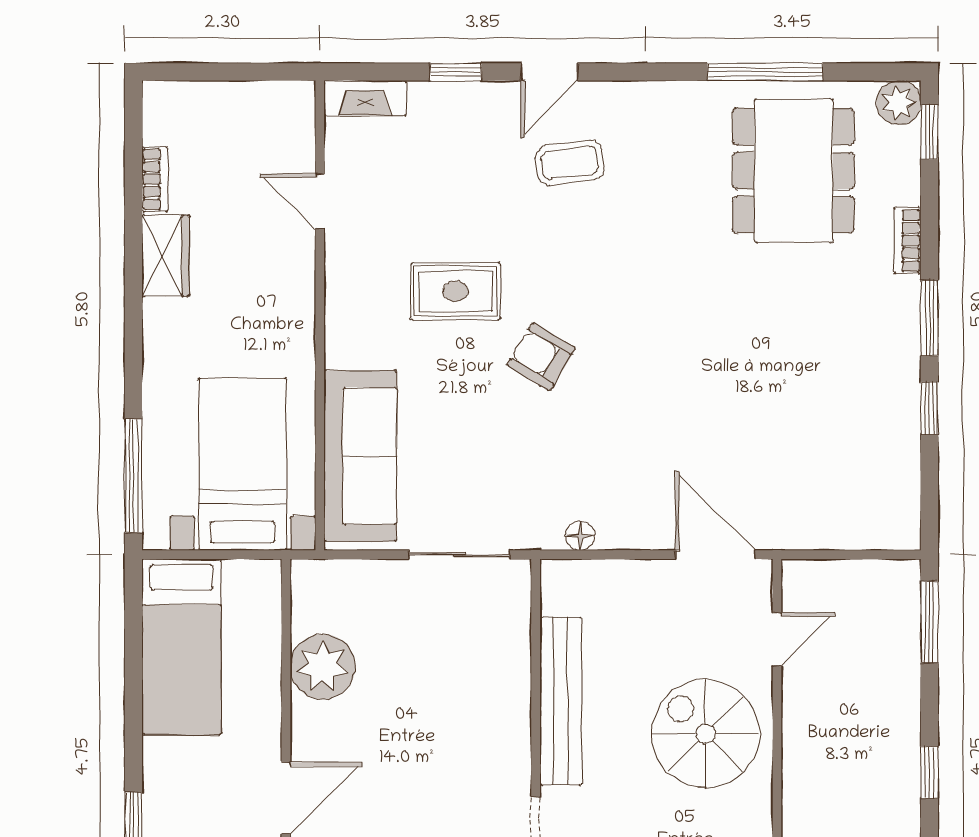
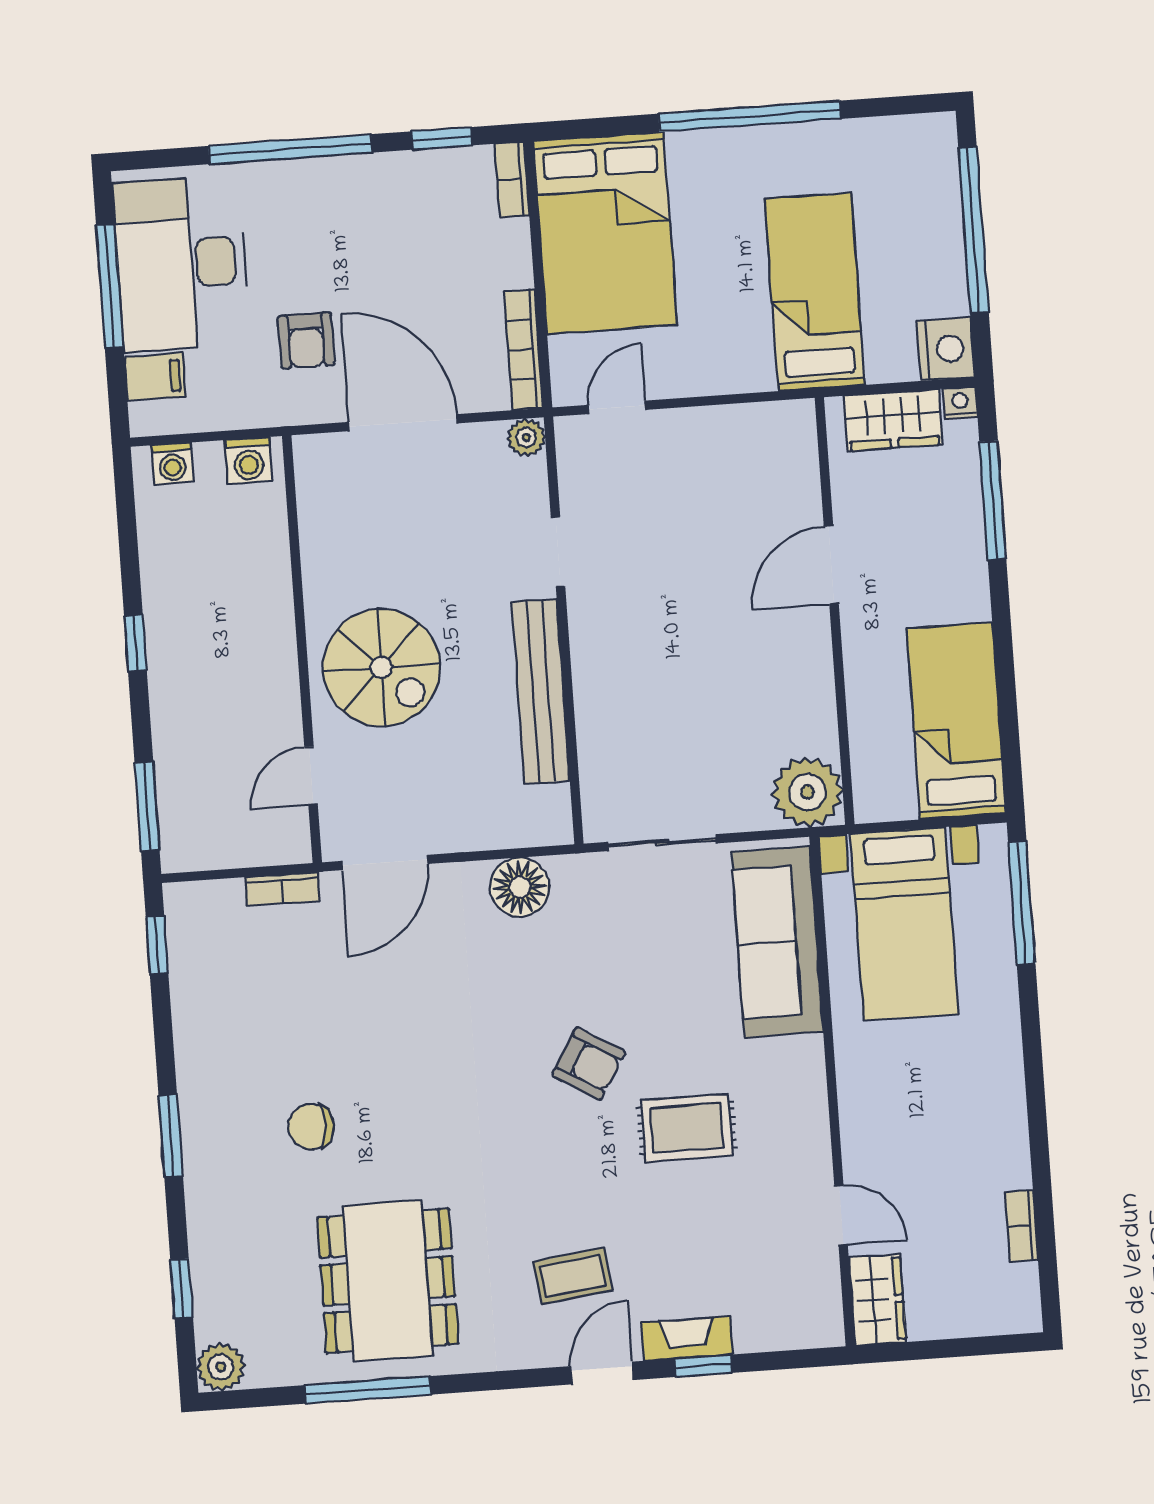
fireplace: (365, 98) -> (687, 1339), moved
window: (929, 132) -> (182, 1288), moved
dining table: (793, 171) -> (388, 1281), moved
bookcase: (908, 241) -> (282, 889), moved, turned 90
wardrobe: (166, 256) -> (877, 1300), moved, turned 180
chair: (800, 317) -> (311, 1127), added
window: (929, 408) -> (157, 945), moved
floor lamp: (580, 536) -> (520, 887), width x1.89, depth x1.89
door: (715, 555) -> (385, 862), hinge flipped
plant: (323, 667) -> (807, 792), moved

